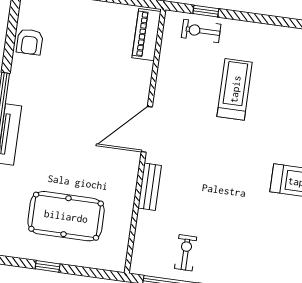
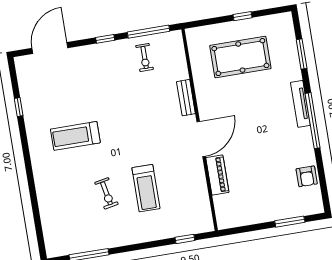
exercise bike: (201, 31) -> (106, 193), moved, turned 79
piano: (147, 35) -> (217, 175), moved
armchair: (30, 42) -> (307, 176), turned 180

